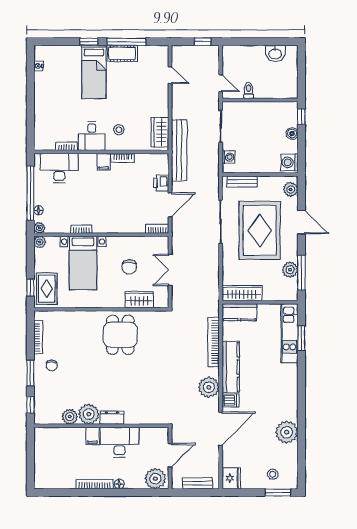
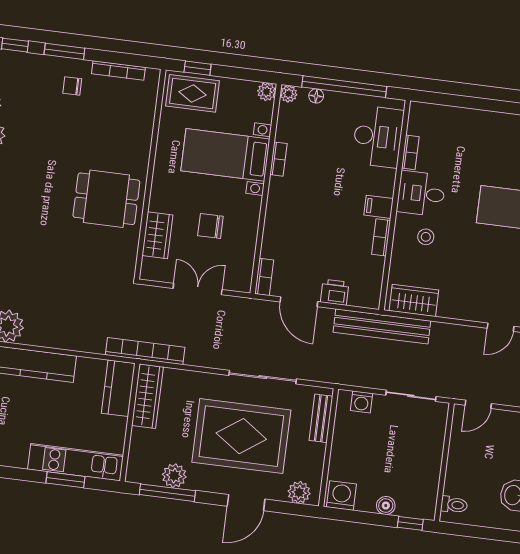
toilet: (249, 90) -> (454, 505), moved
bookcase: (214, 342) -> (145, 351), moved

